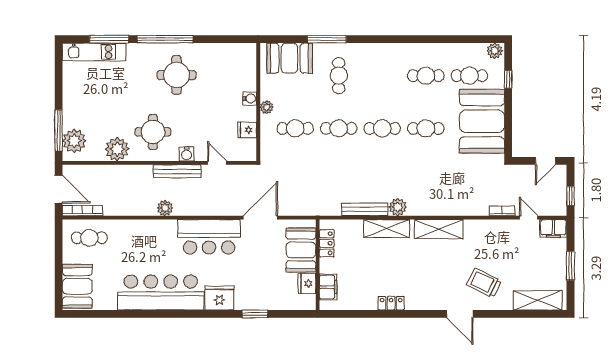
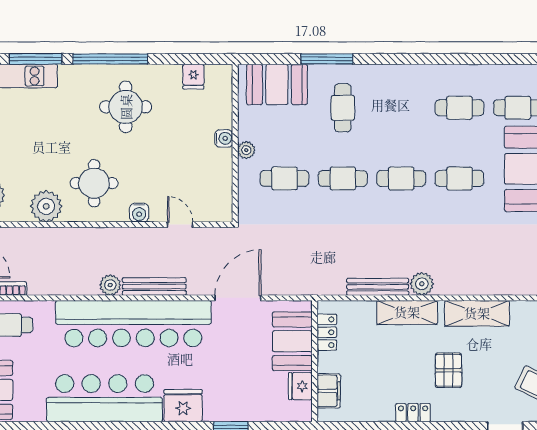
fridge: (247, 130) -> (193, 77), moved, turned -90
bench: (177, 171) -> (154, 287), moved
bar counter: (209, 237) -> (133, 324), width x1.86
pallet: (418, 272) -> (448, 370), added

